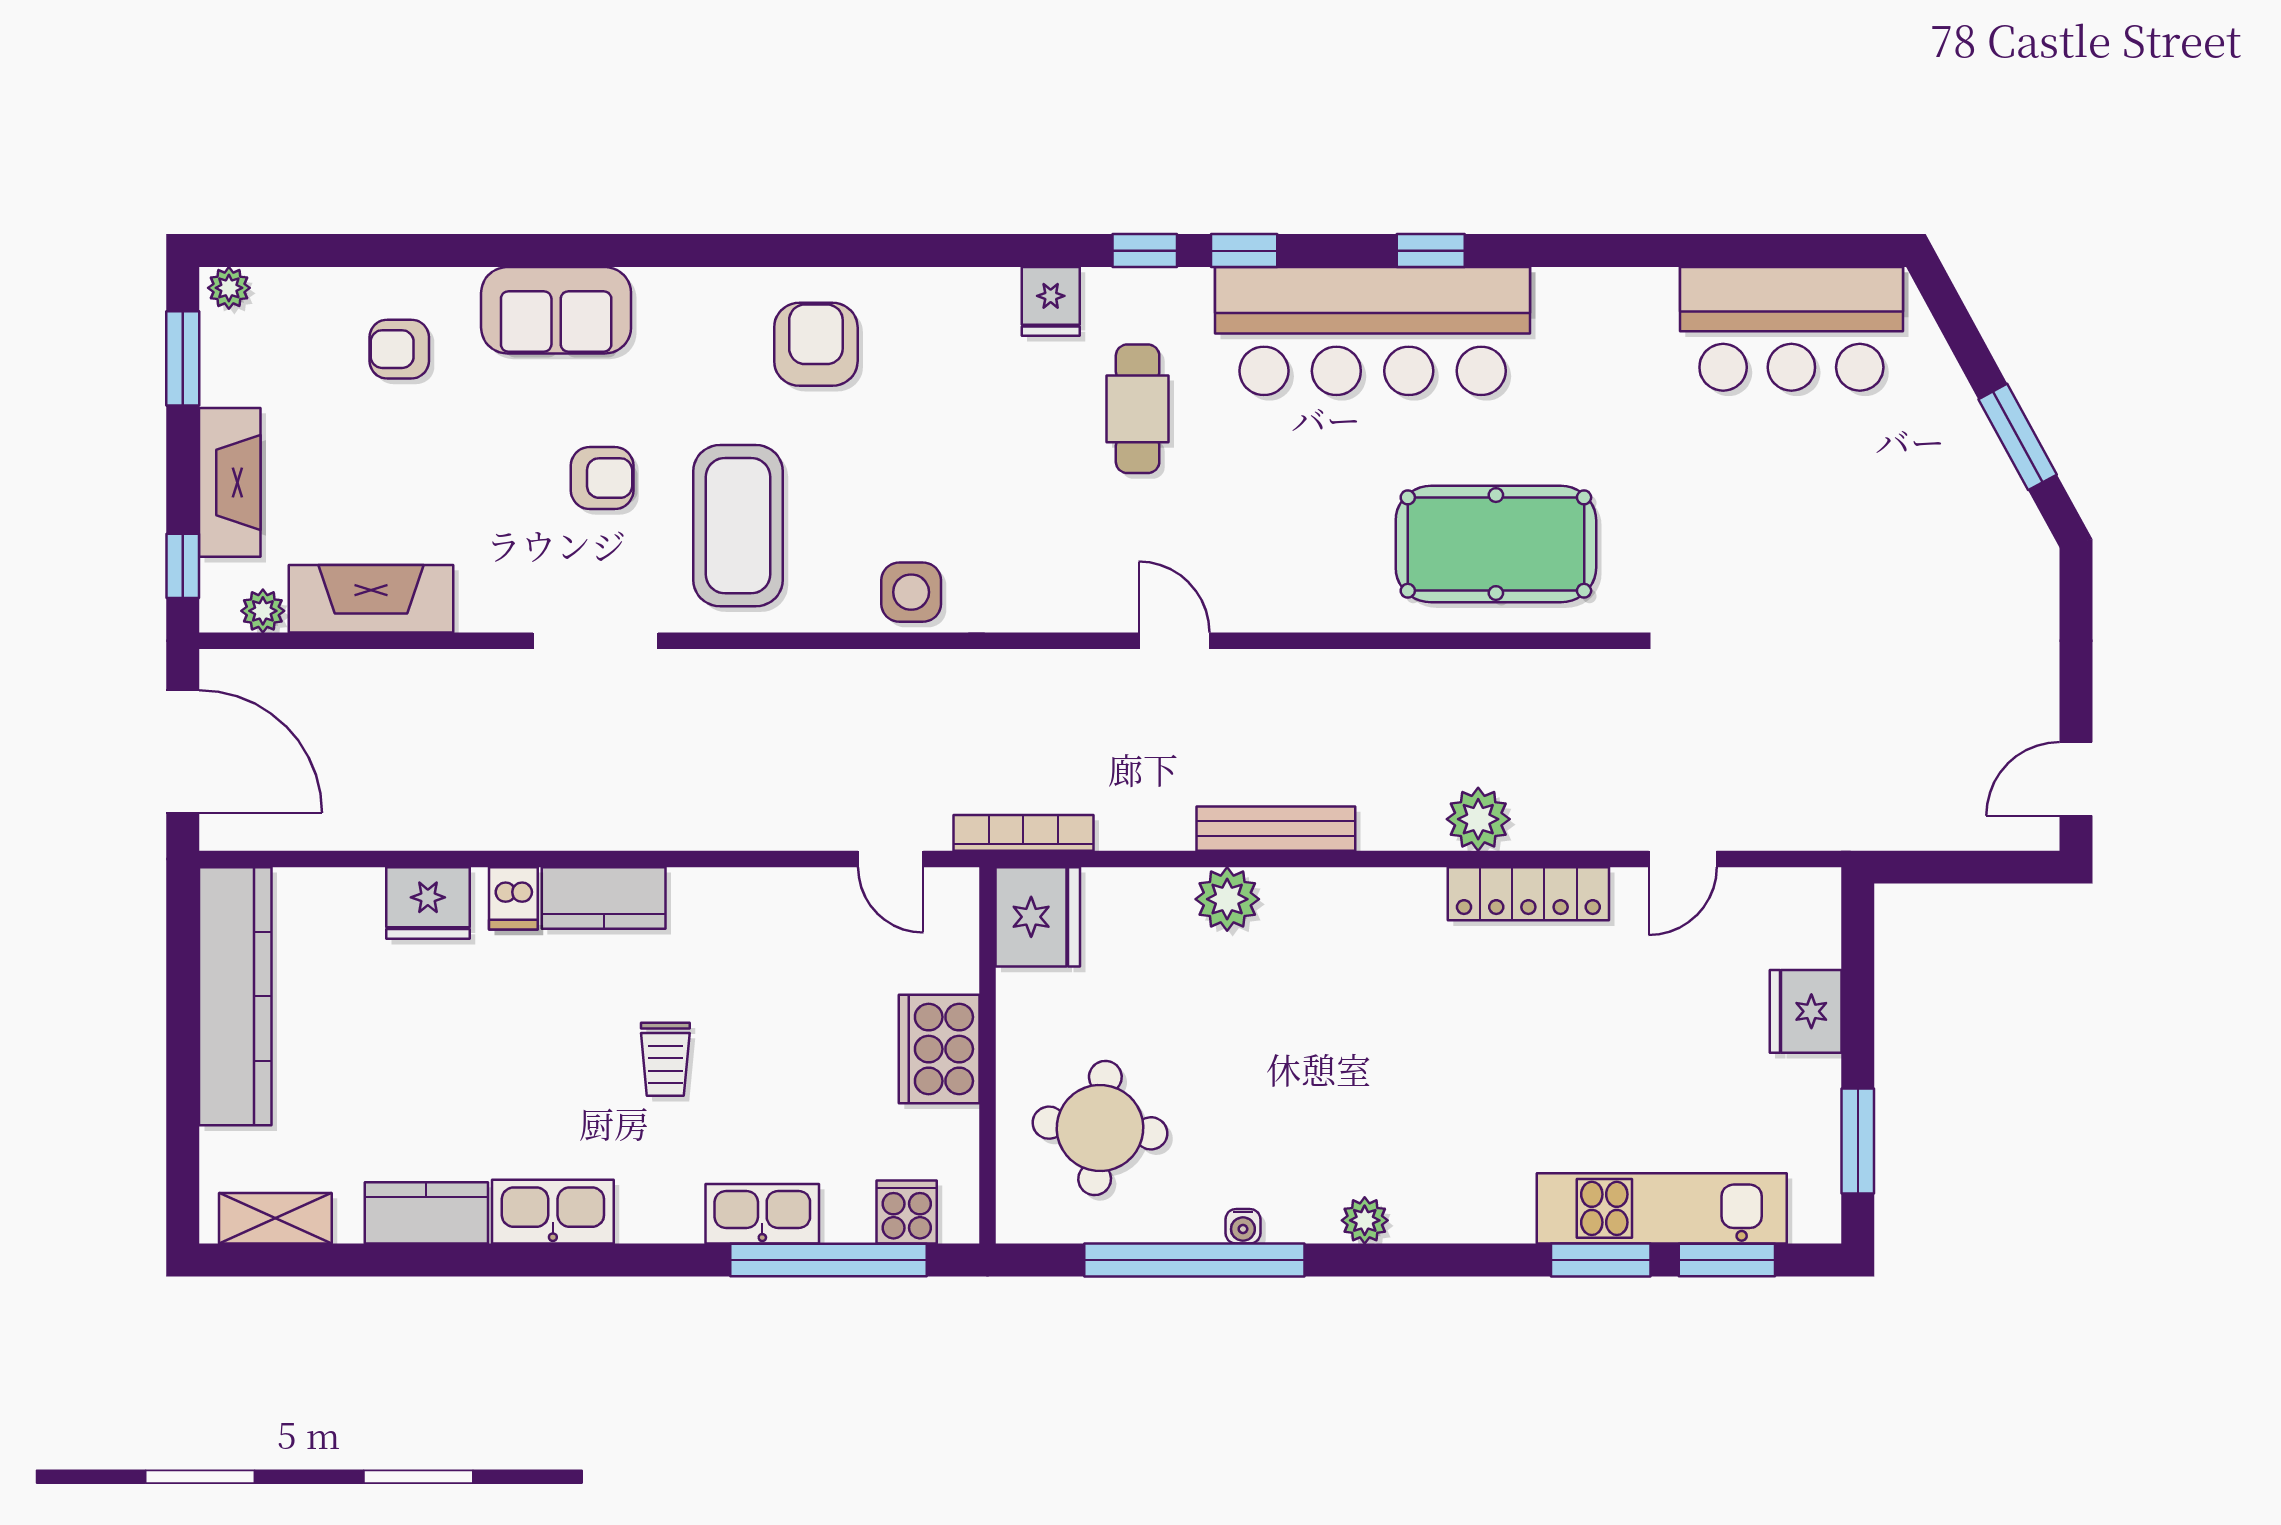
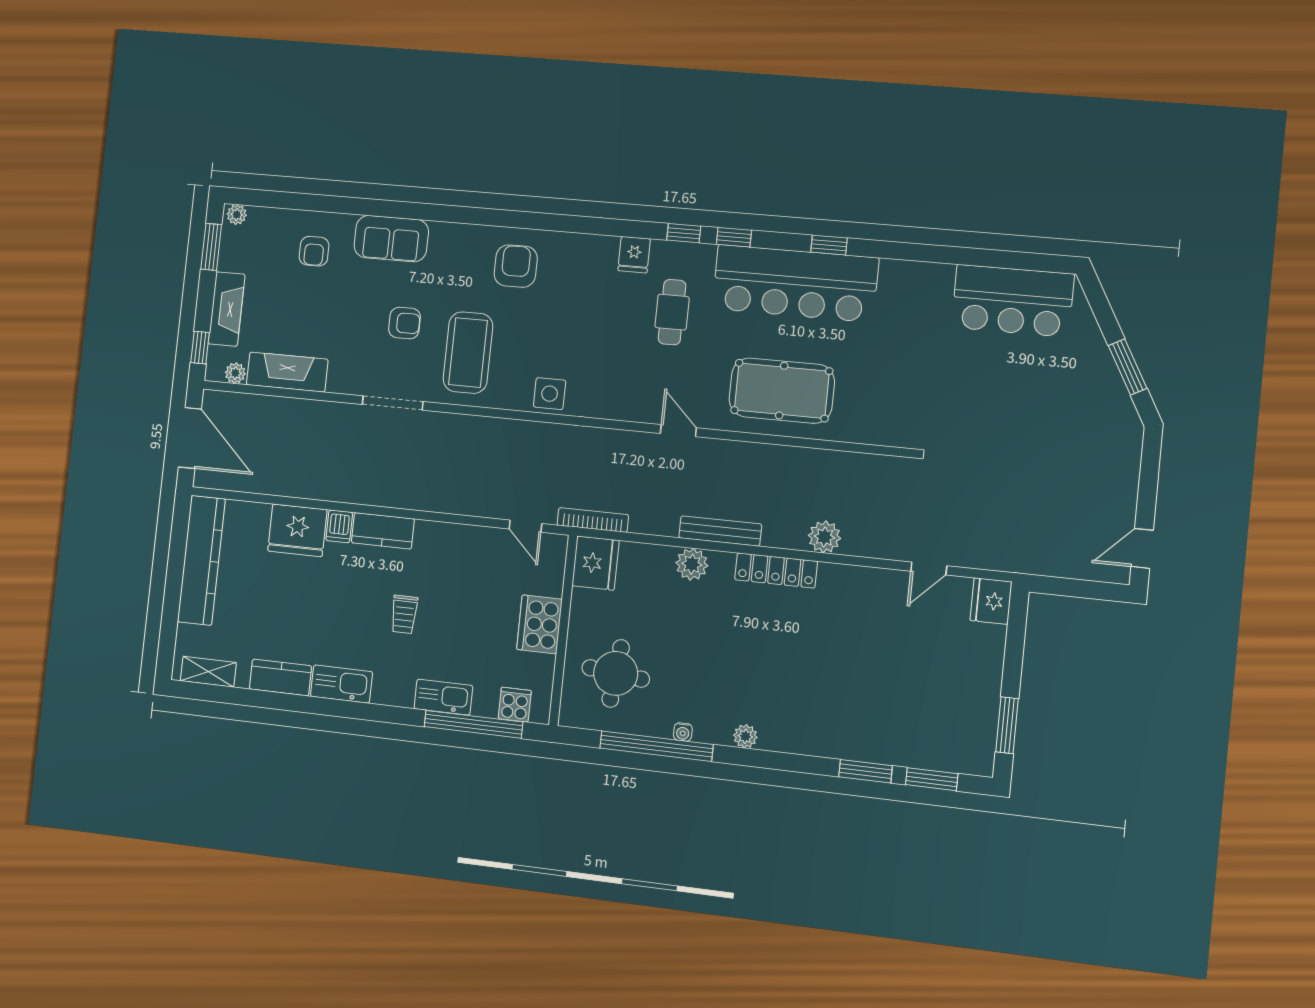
armchair: (399, 349) -> (314, 251), turned -90
pool table: (1496, 544) -> (782, 391), moved
locker: (1528, 894) -> (776, 570), moved
fridge: (428, 903) -> (297, 530), width x1.36, depth x1.34
fridge: (1806, 1011) -> (991, 601), moved
kitchen unit: (1662, 1208) -> (900, 748), removed

